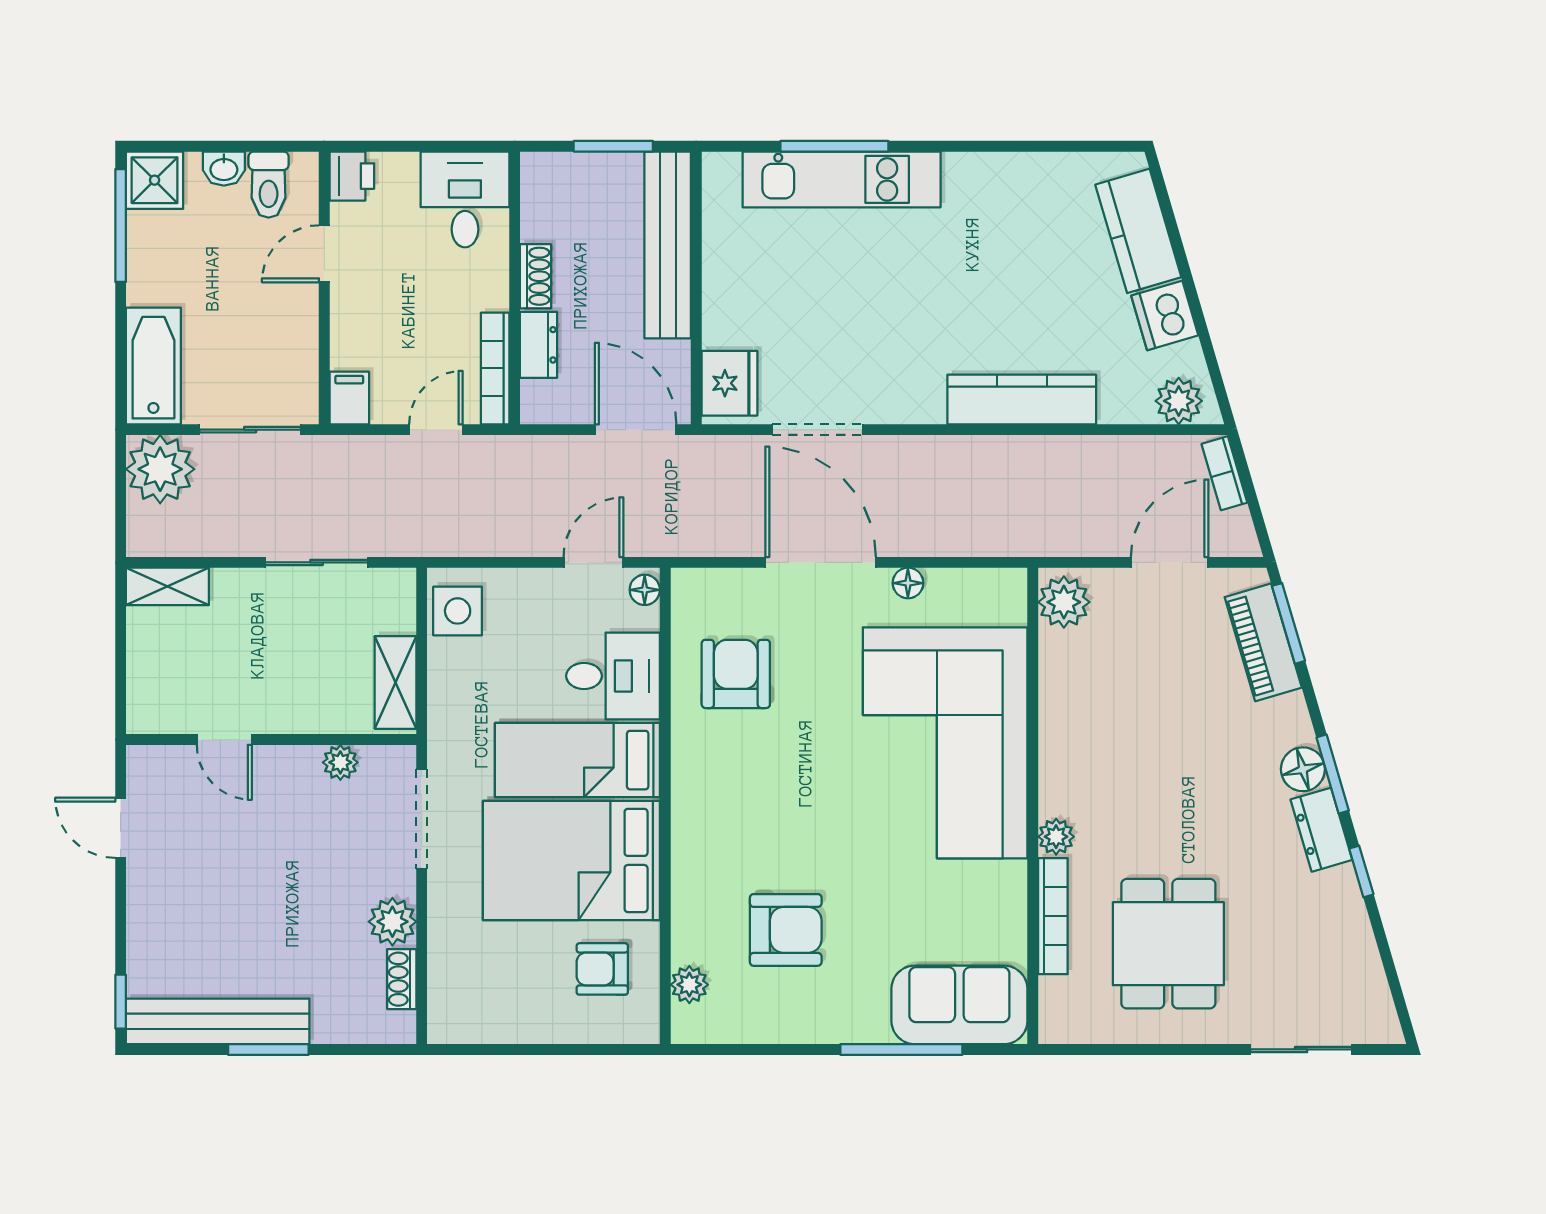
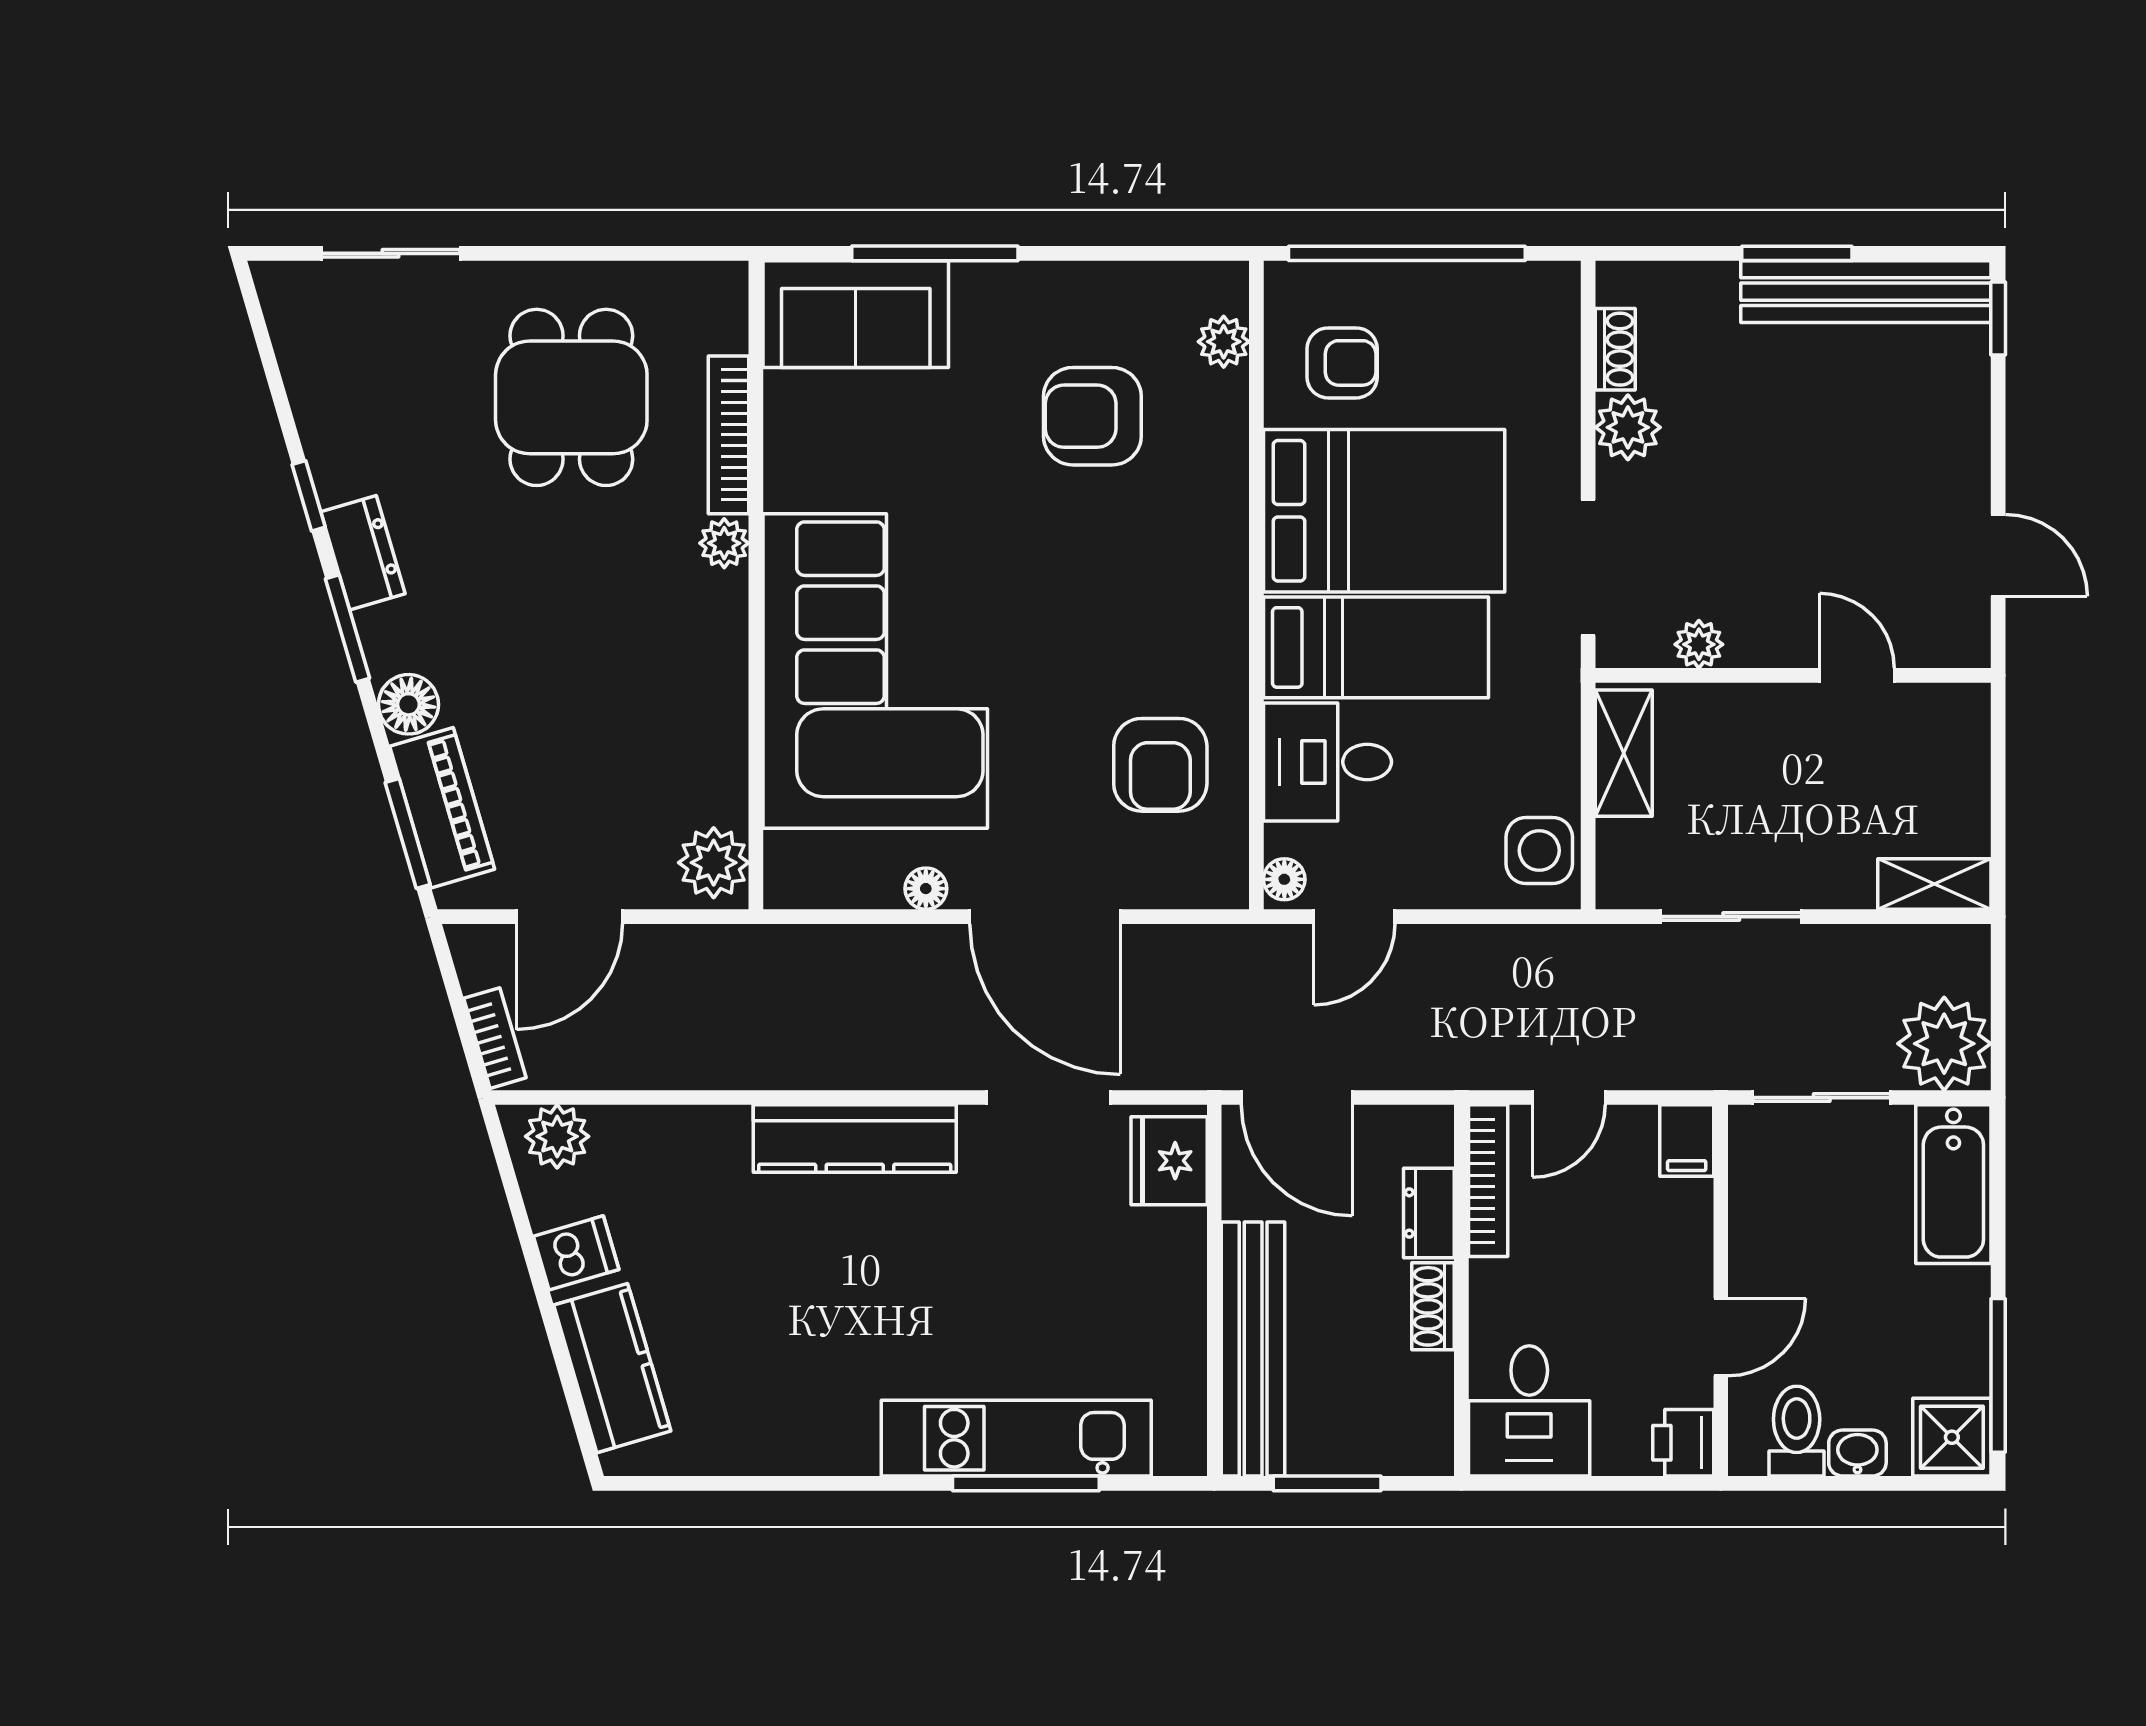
dishwasher: (1165, 315) -> (576, 1253), width x0.73
kitchen counter: (1022, 399) -> (855, 1139), moved
floor lamp: (1303, 769) -> (408, 704), moved
window: (555, 1049) -> (1407, 253), added

